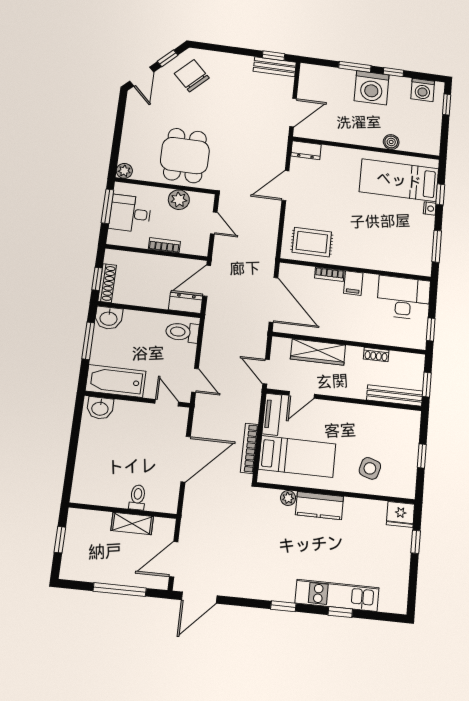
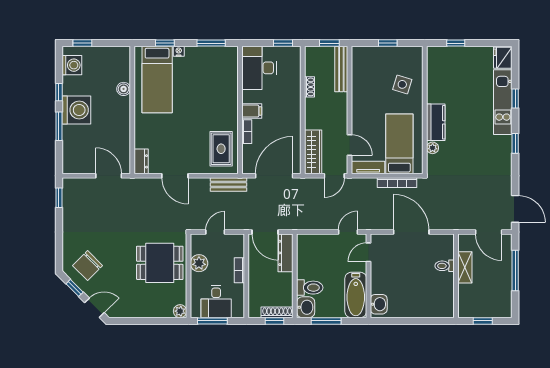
bench: (275, 67) -> (229, 184), moved, turned 90
dresser: (186, 303) -> (286, 253), width x1.44
toilet: (182, 332) -> (310, 288), moved, turned -90
wardrobe: (318, 352) -> (313, 152), moved
fridge: (400, 514) -> (503, 58), moved, turned 180

